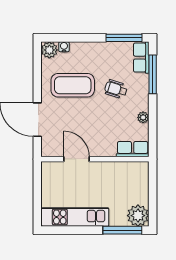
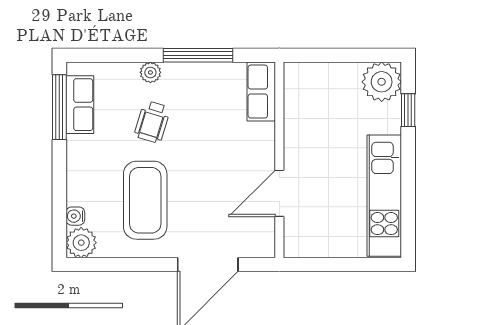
row of seats: (141, 58) -> (80, 105), moved, turned -90
window: (153, 74) -> (198, 55), moved
plant: (143, 117) -> (150, 72), moved
window: (122, 230) -> (408, 110), width x0.46

